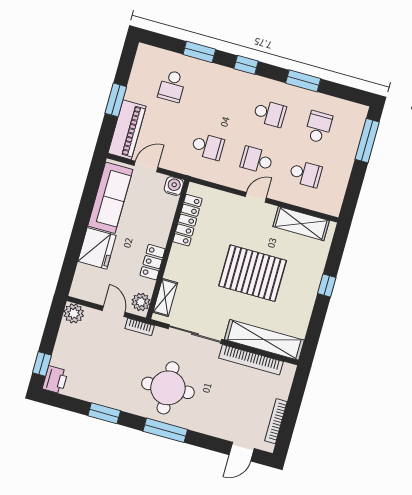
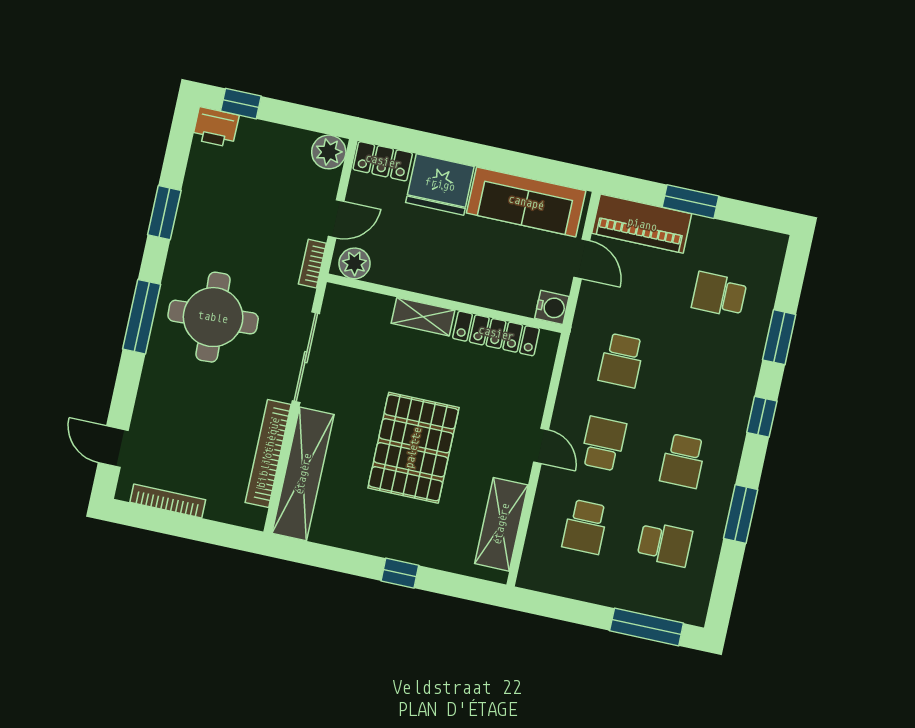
locker: (153, 262) -> (383, 161), moved, turned 180
shelving: (165, 298) -> (423, 317), moved

